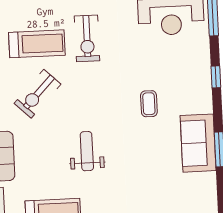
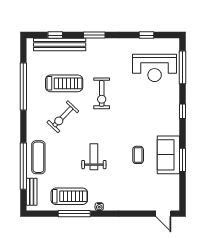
exercise bike: (87, 38) -> (102, 93), moved
coffee table: (149, 104) -> (138, 155), moved

